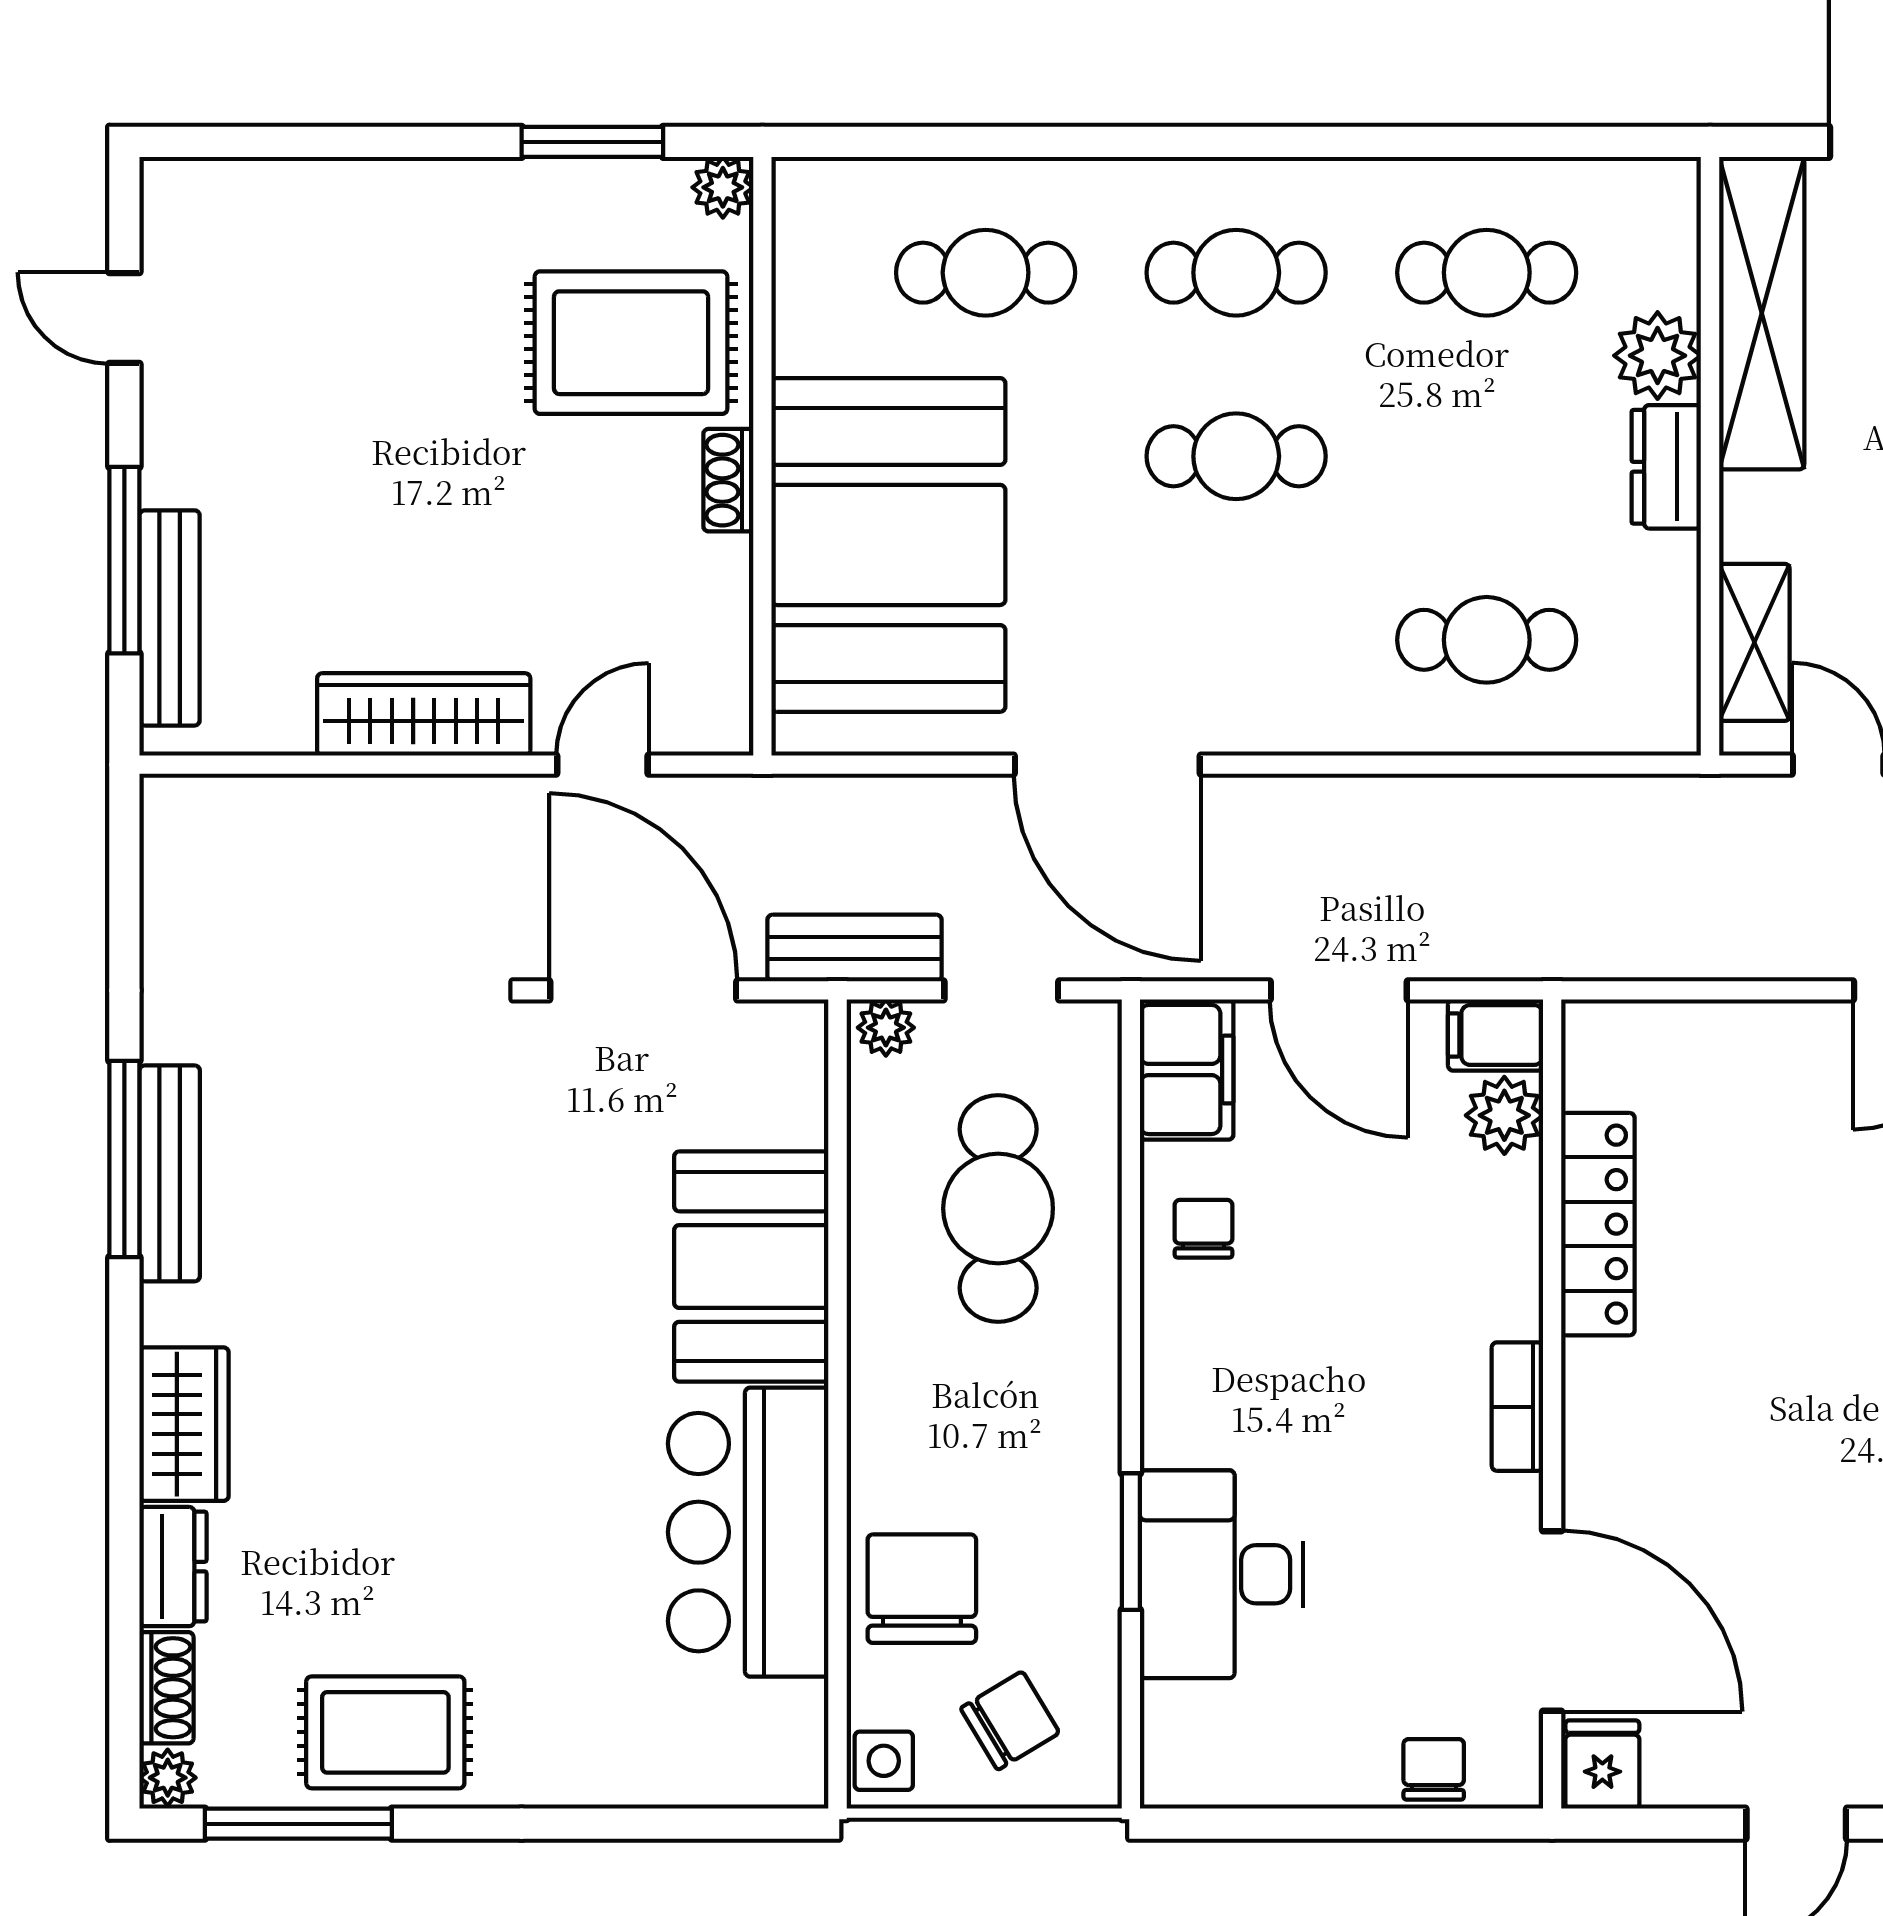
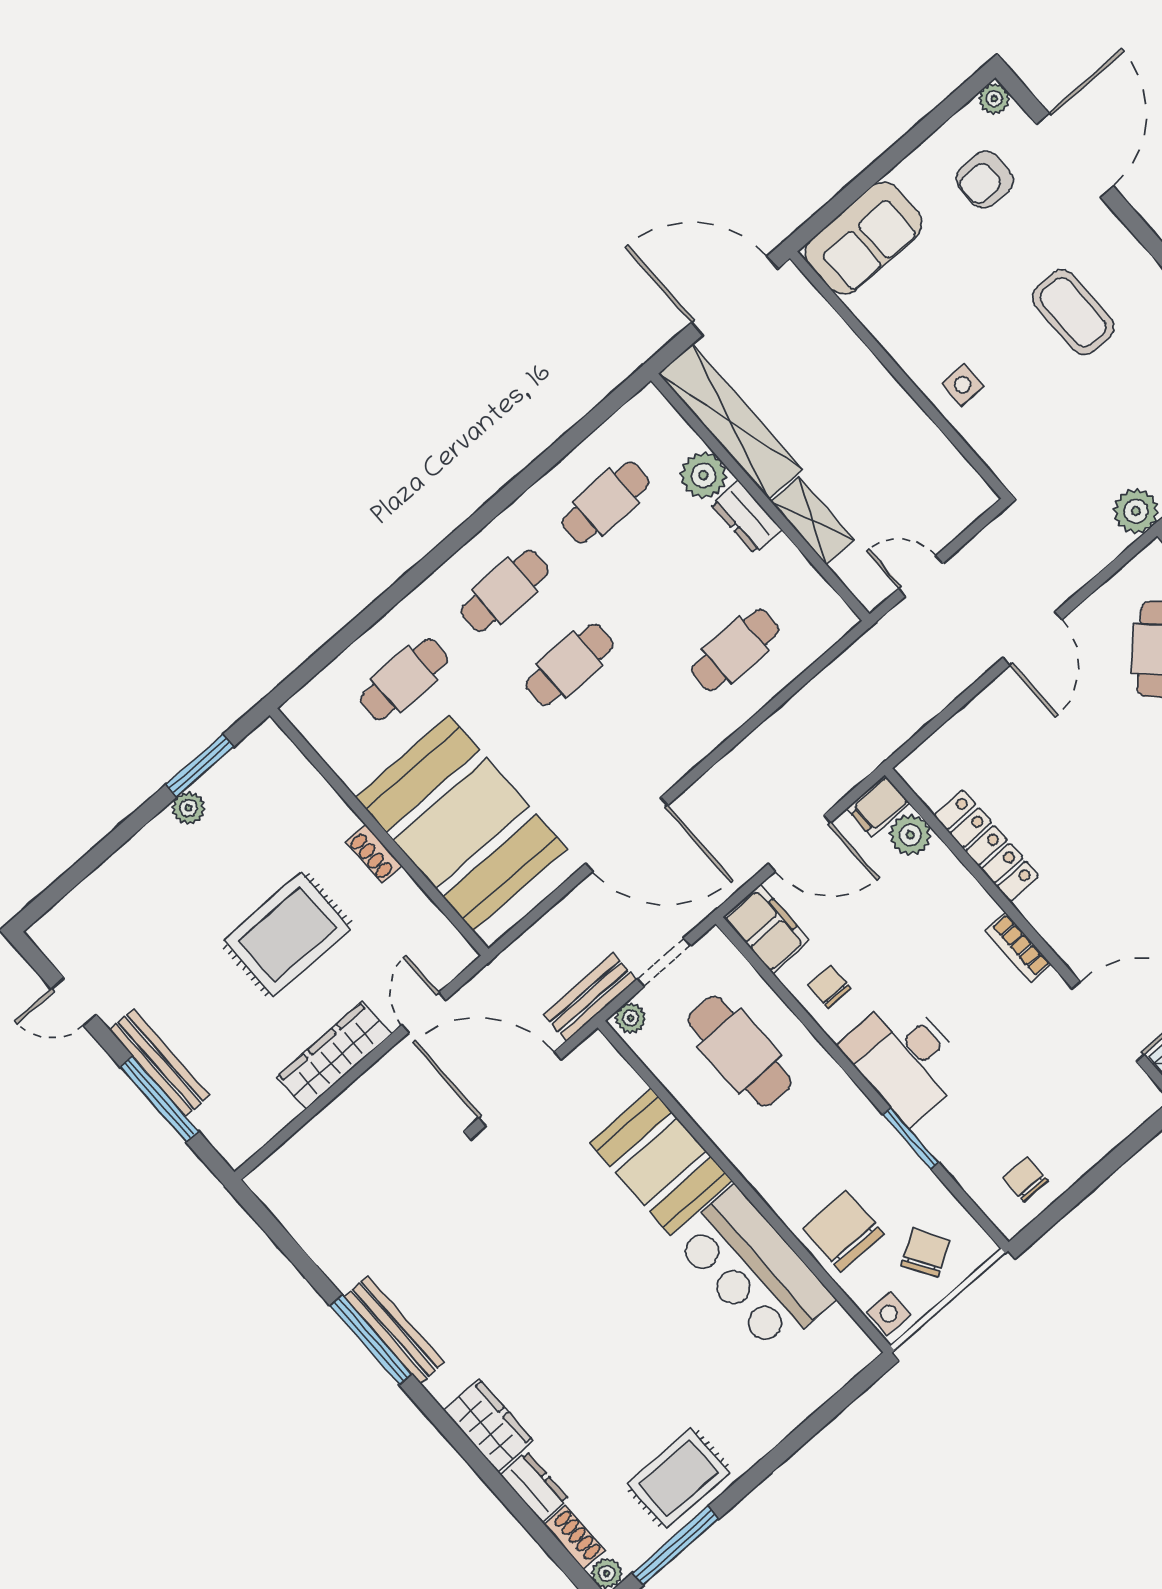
plant: (723, 187) -> (188, 808), moved
rug: (631, 343) -> (287, 935), moved
bench: (170, 618) -> (159, 1063), moved
shelving: (1754, 642) -> (812, 521), moved
desk: (1221, 1574) -> (905, 1058), moved
chair: (1434, 1769) -> (1026, 1179), moved

